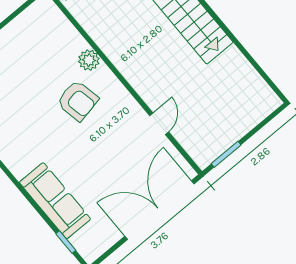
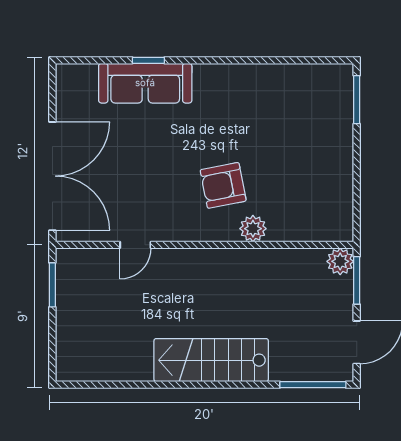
door: (159, 124) -> (135, 245), hinge flipped
window: (66, 242) -> (148, 60), moved

